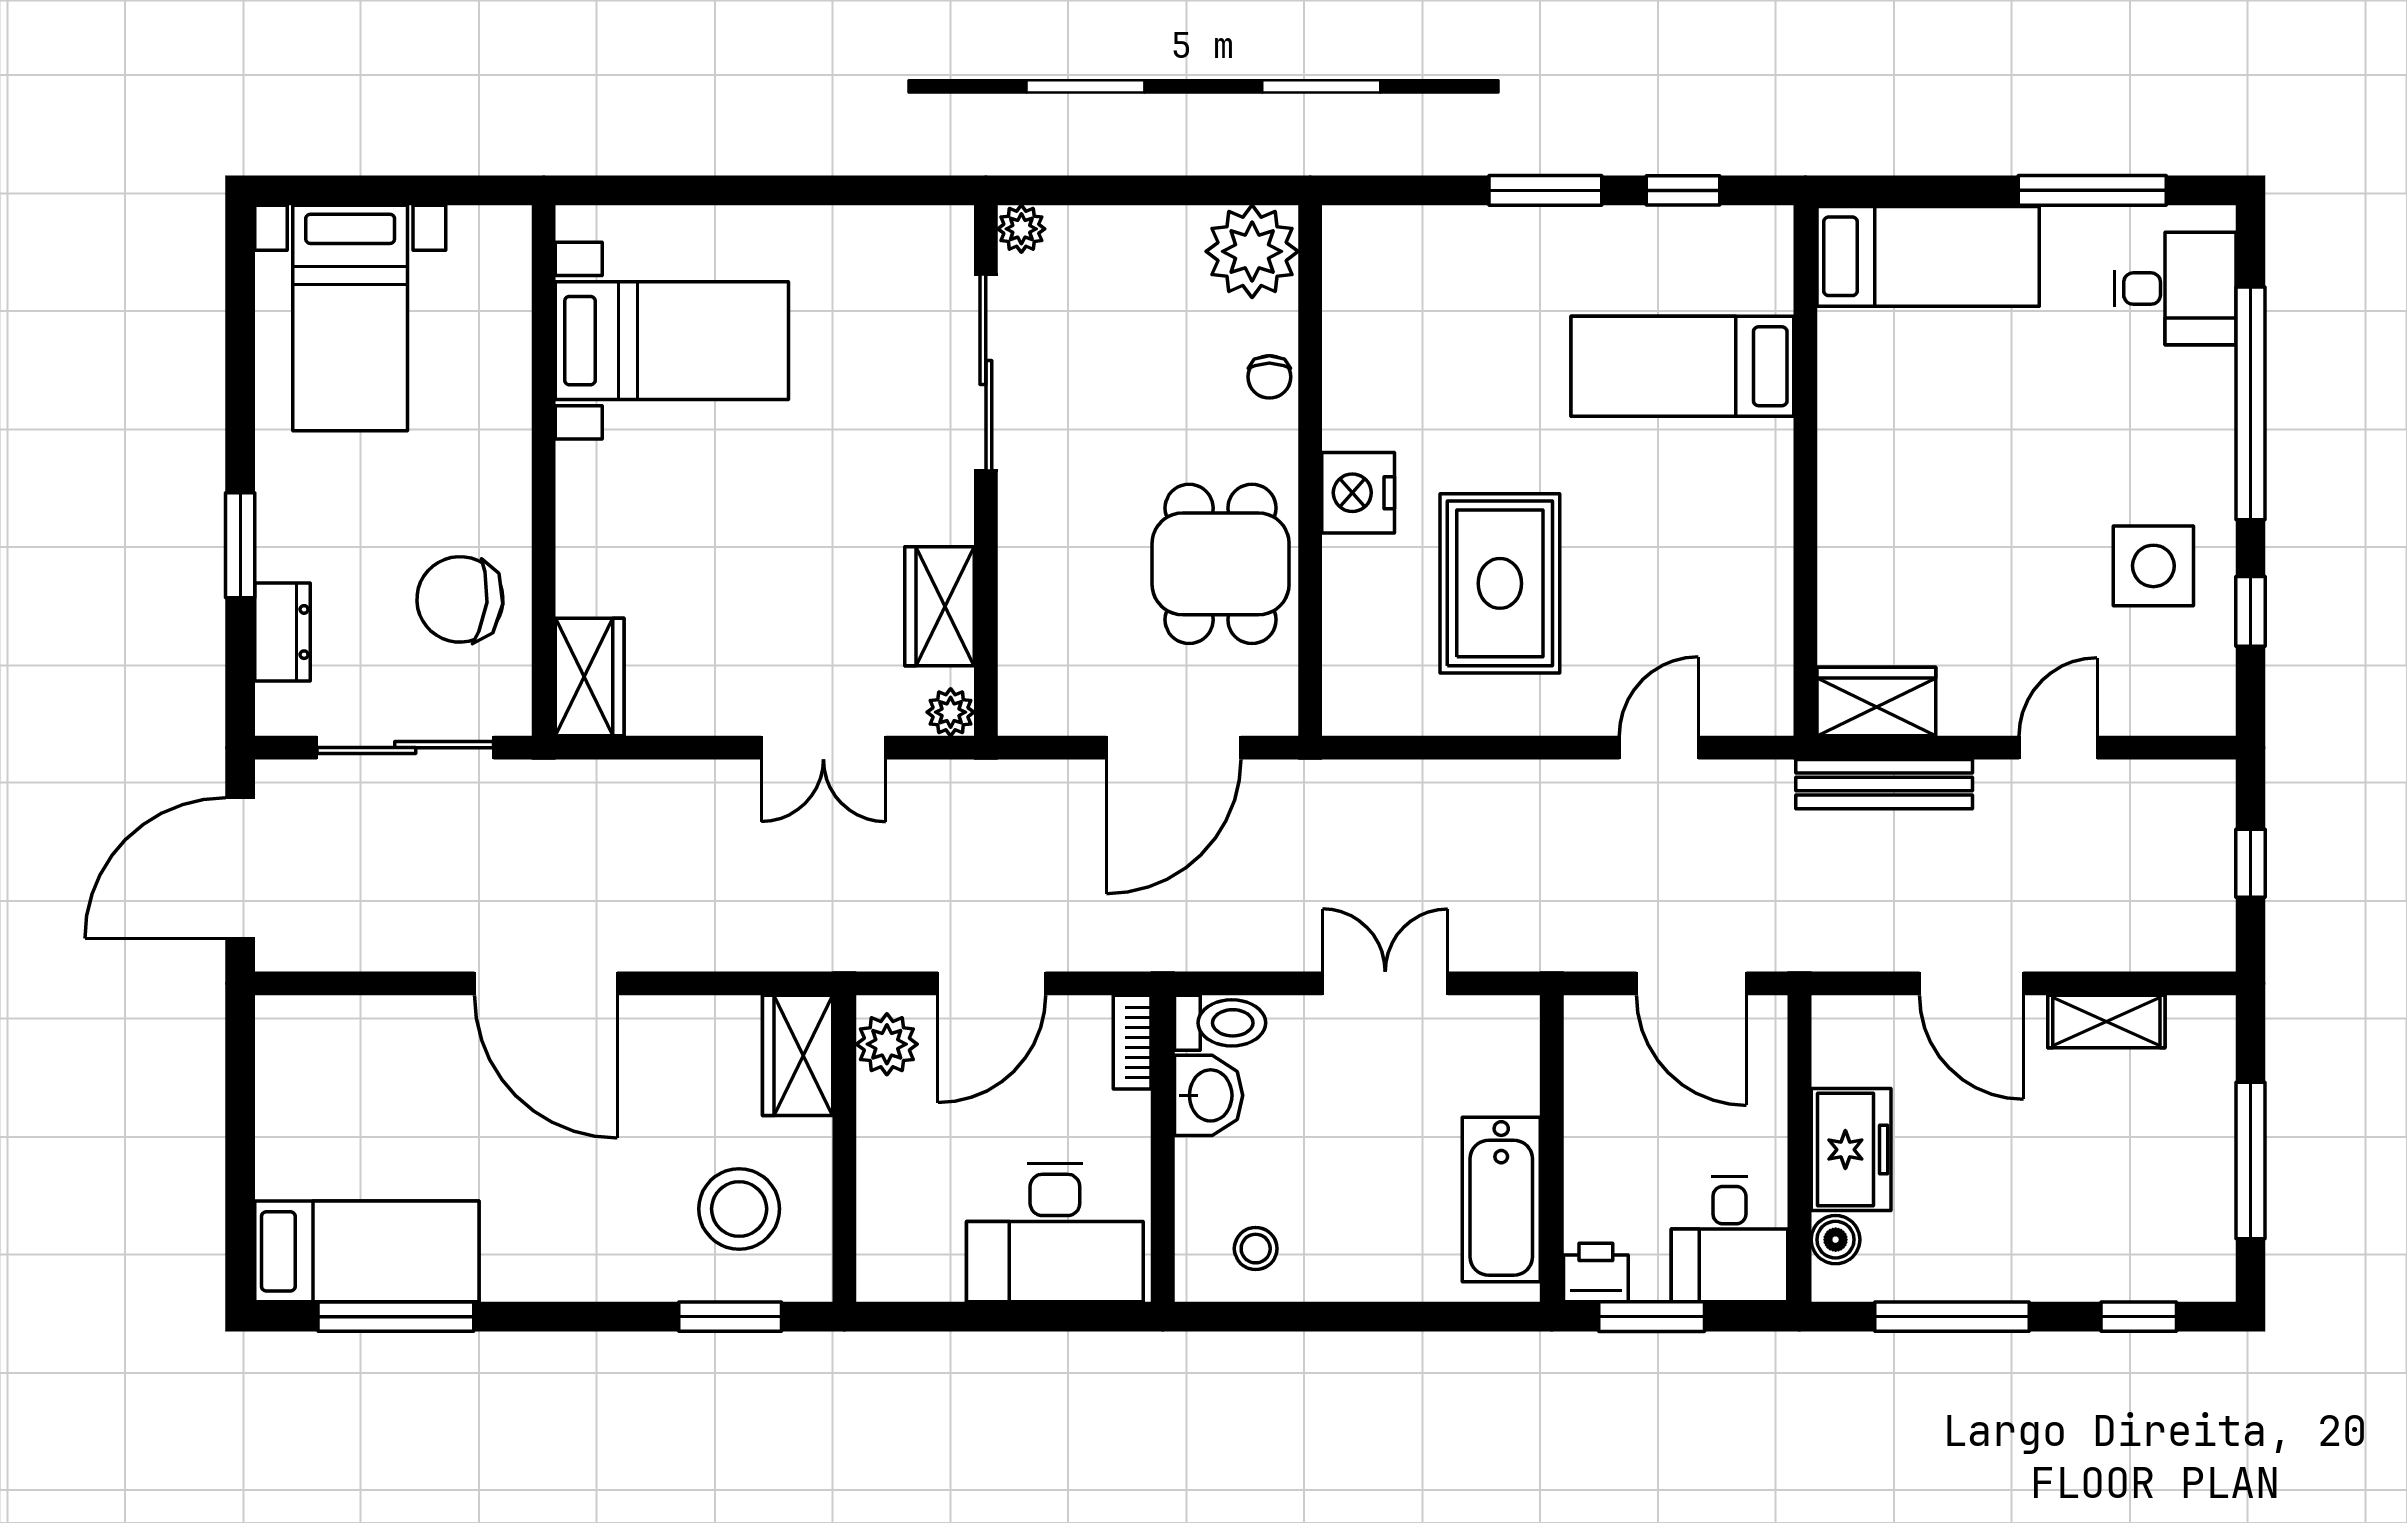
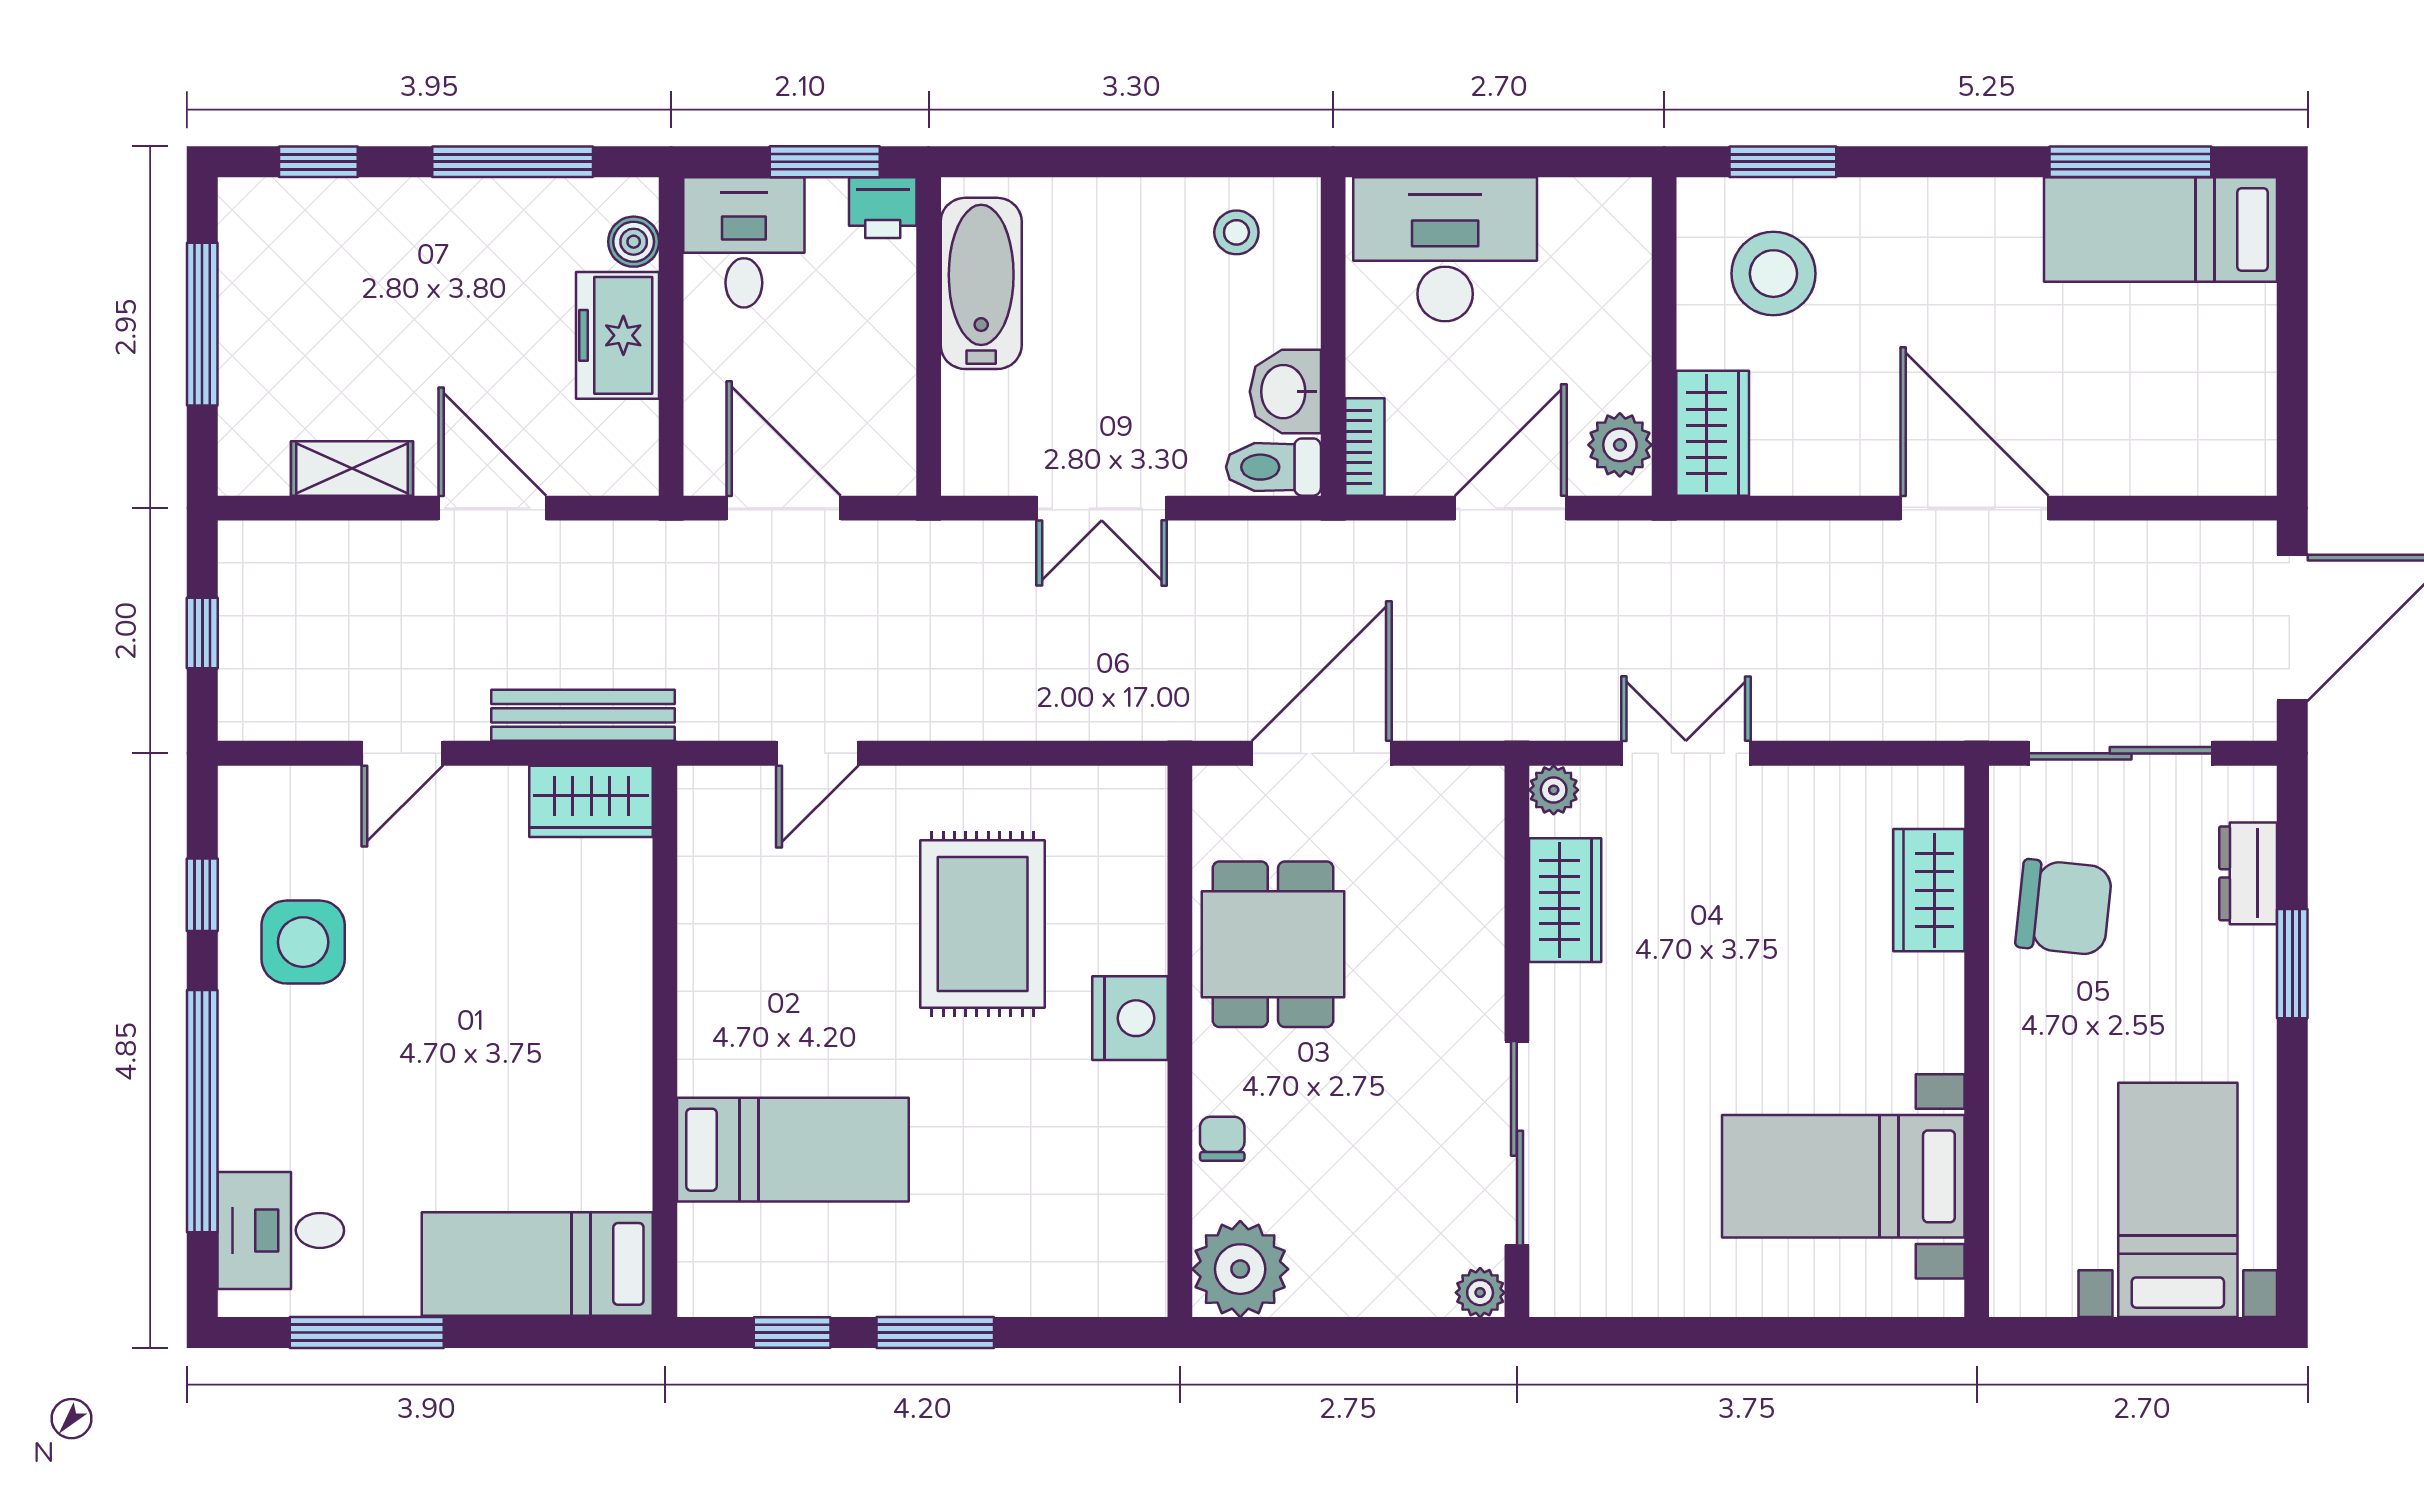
wardrobe: (590, 677) -> (1929, 890), moved

